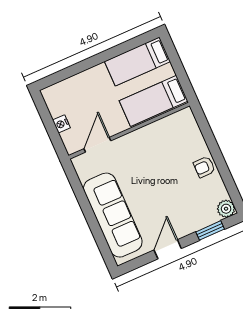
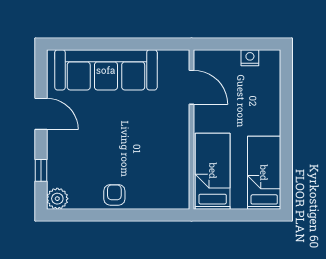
nightstand: (61, 124) -> (250, 58), moved
window: (210, 230) -> (41, 170), width x0.67

